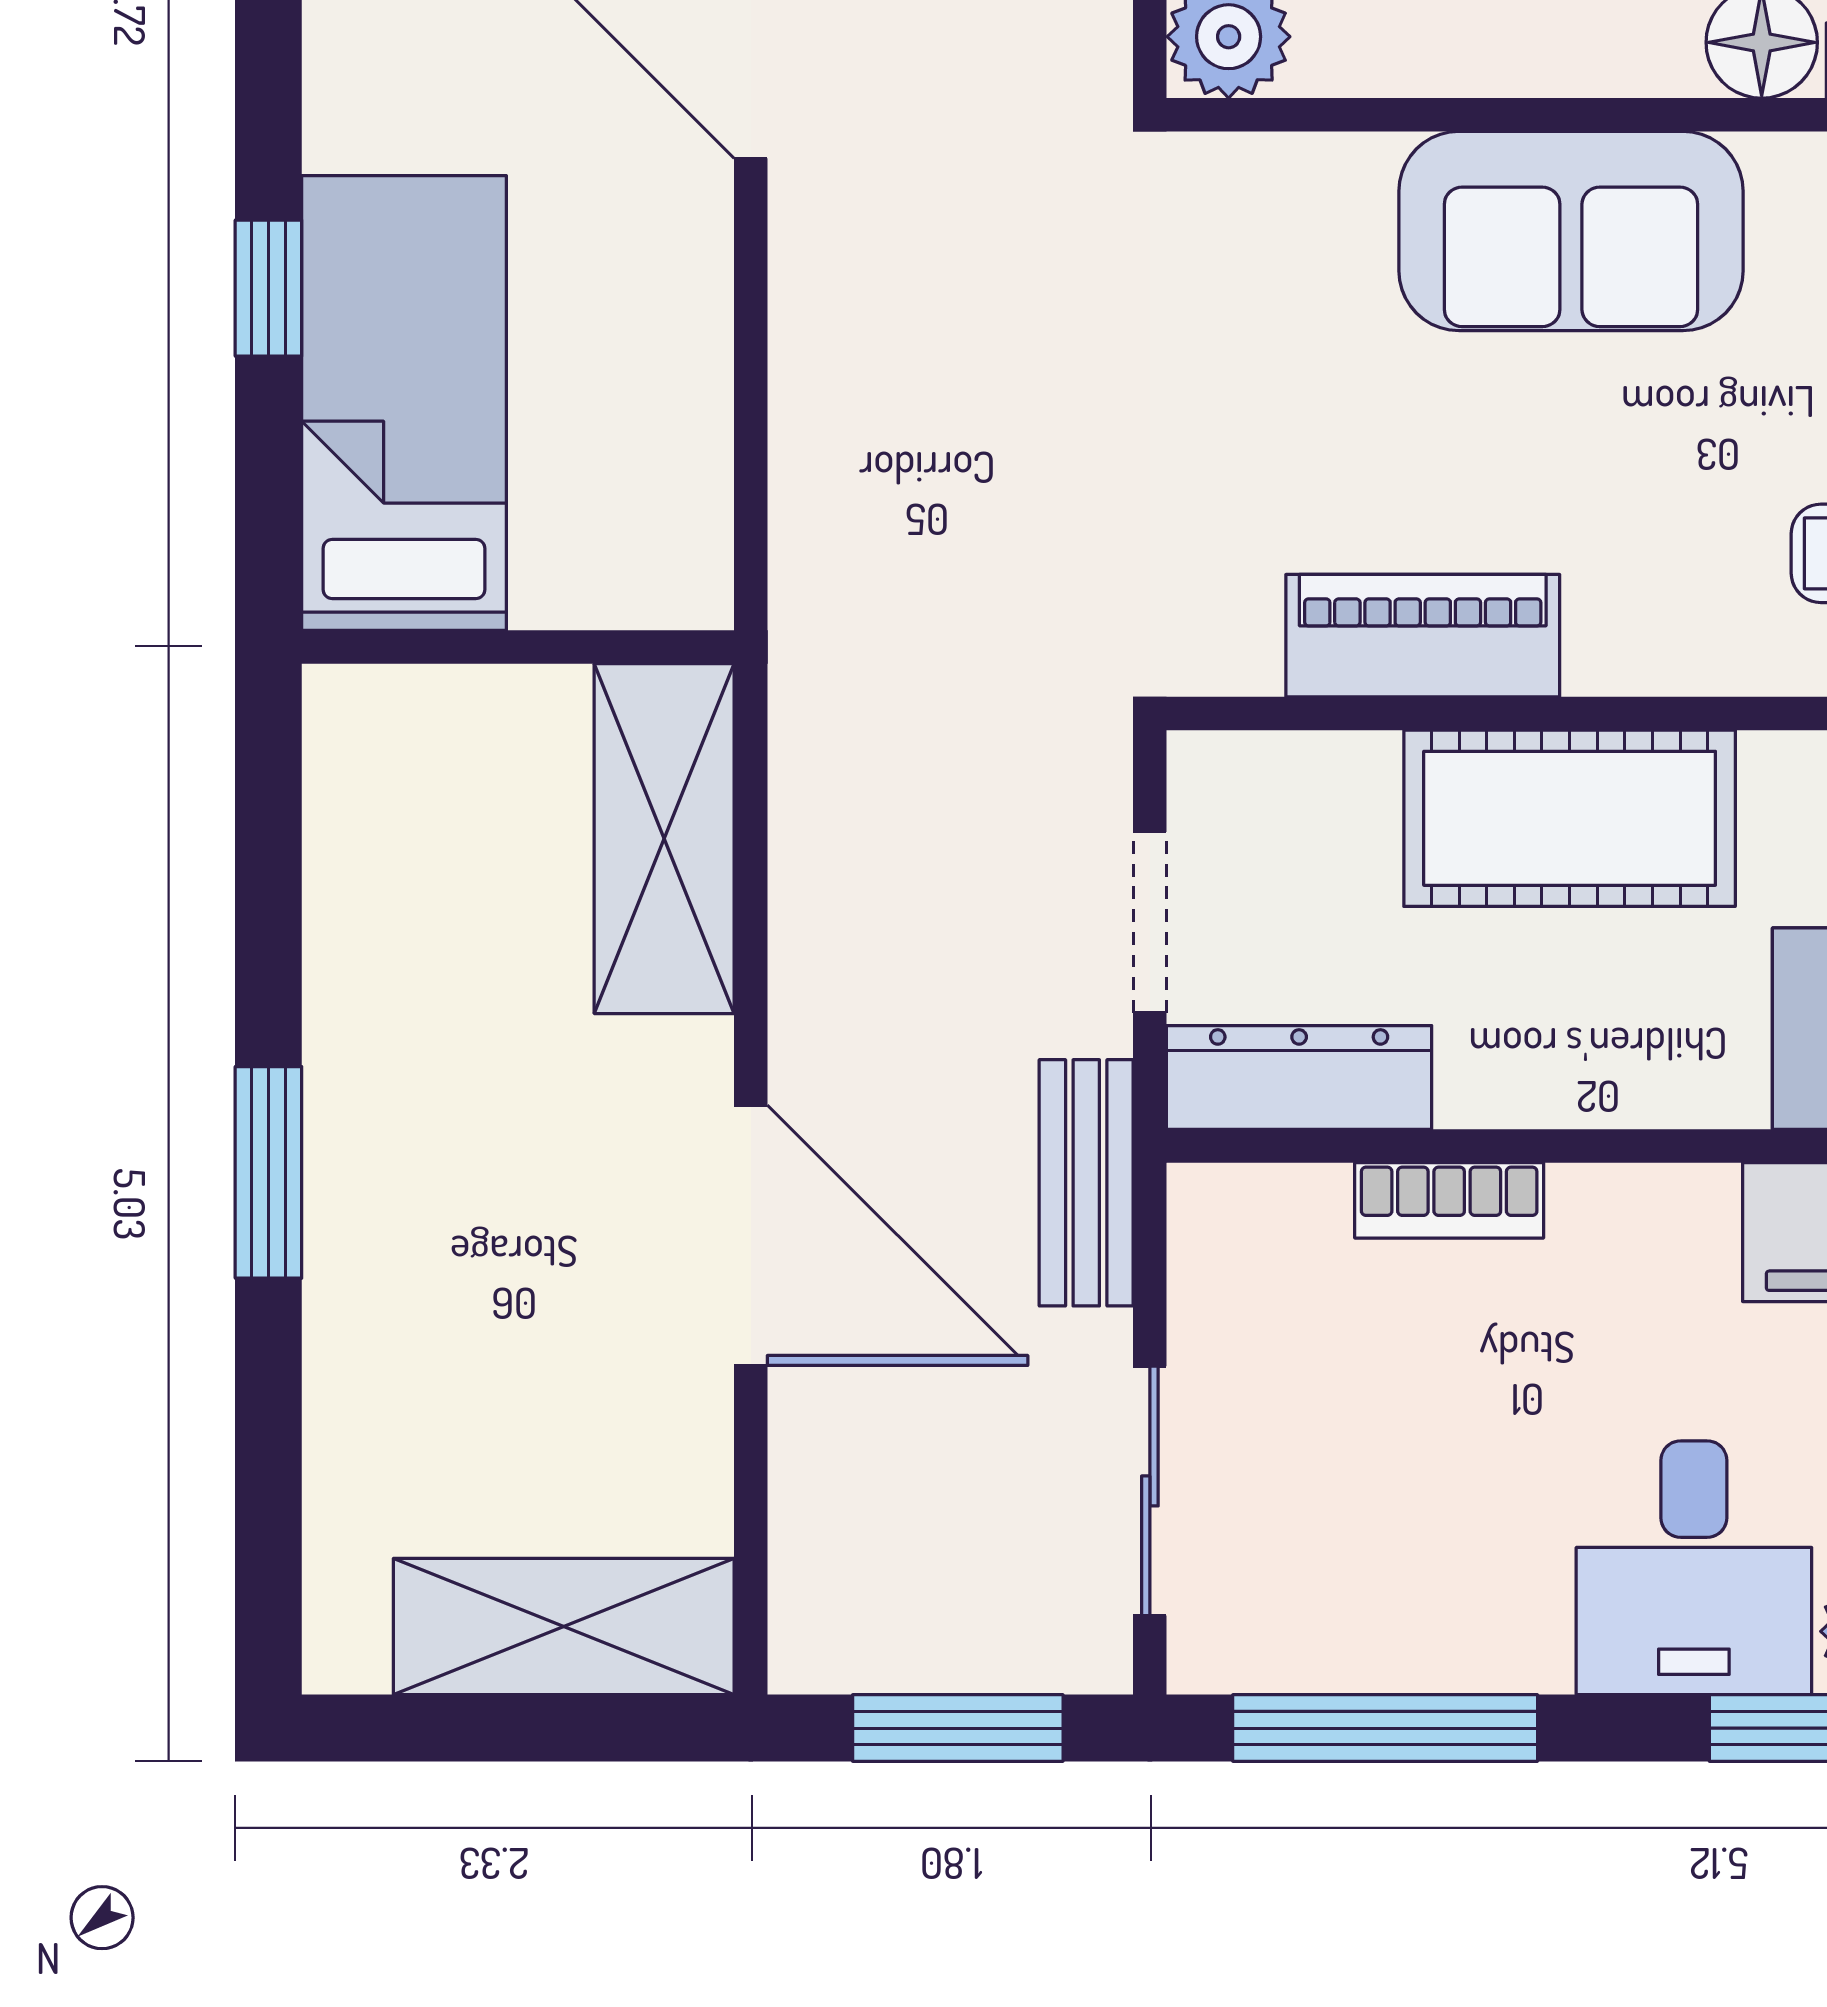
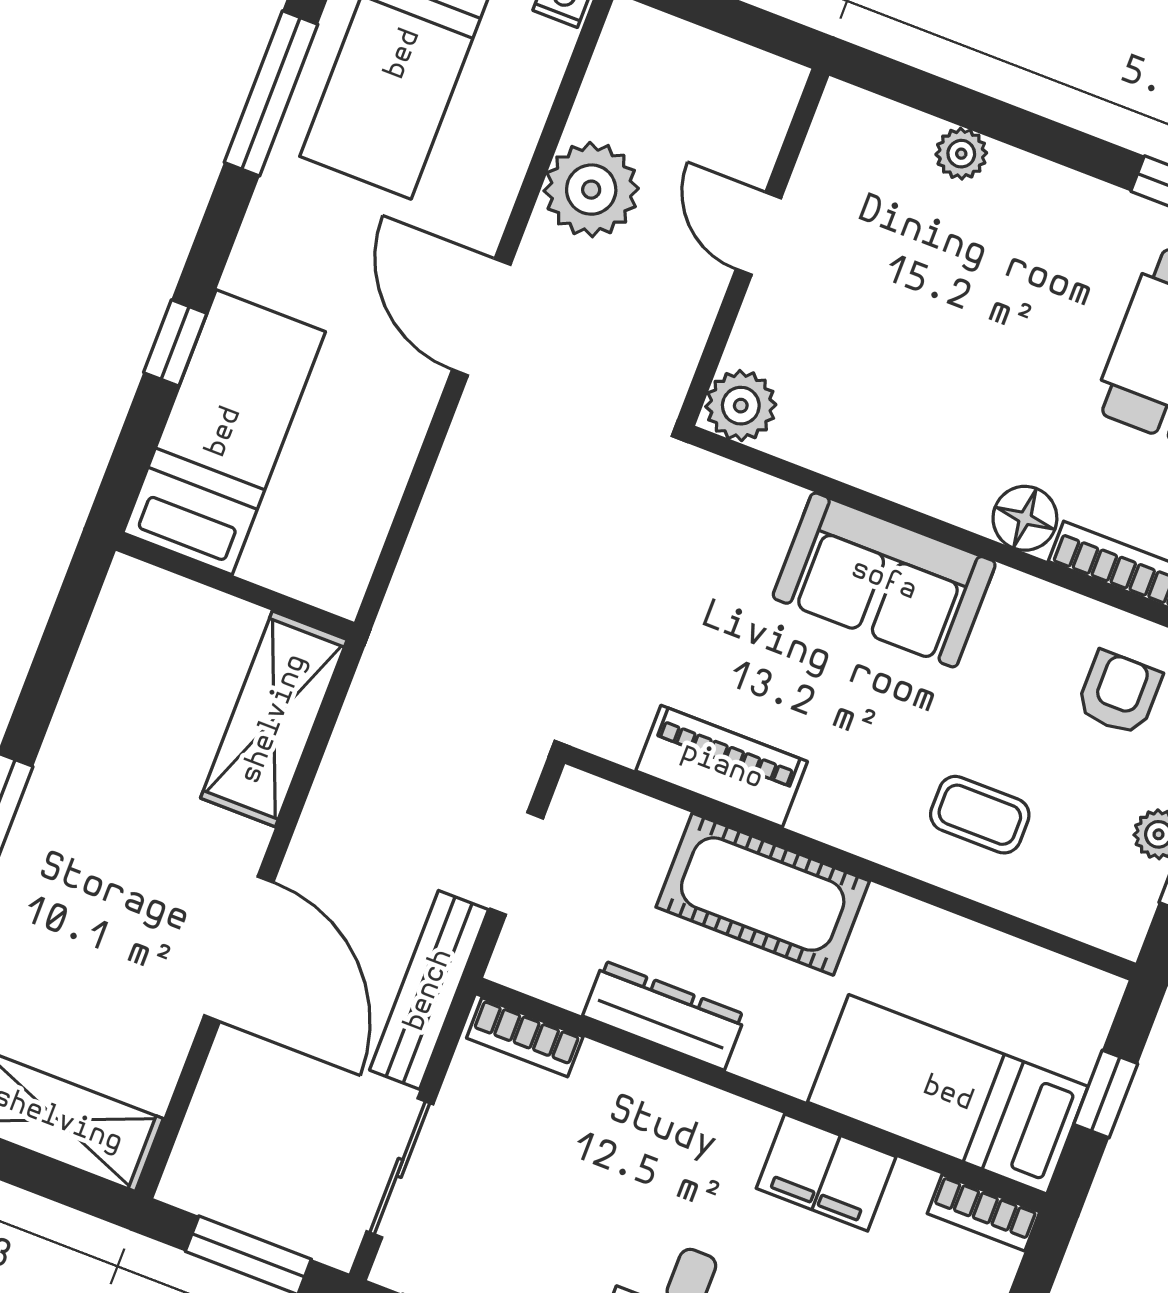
dresser: (1299, 1077) -> (664, 1015), moved
bench: (1086, 1183) -> (429, 990), width x1.36
bookcase: (1449, 1200) -> (525, 1037), moved

